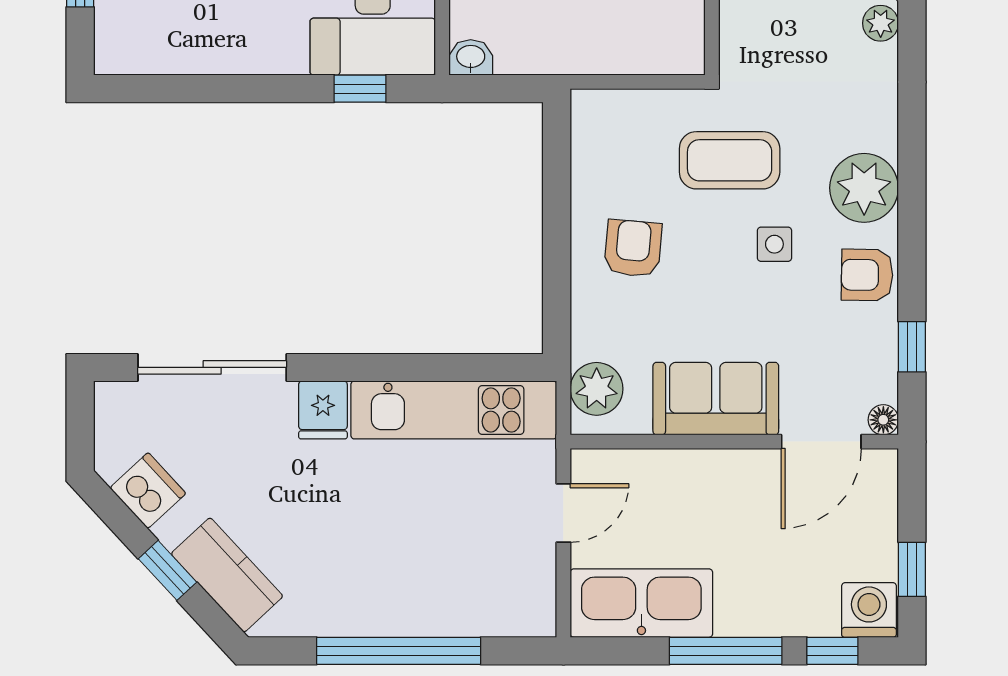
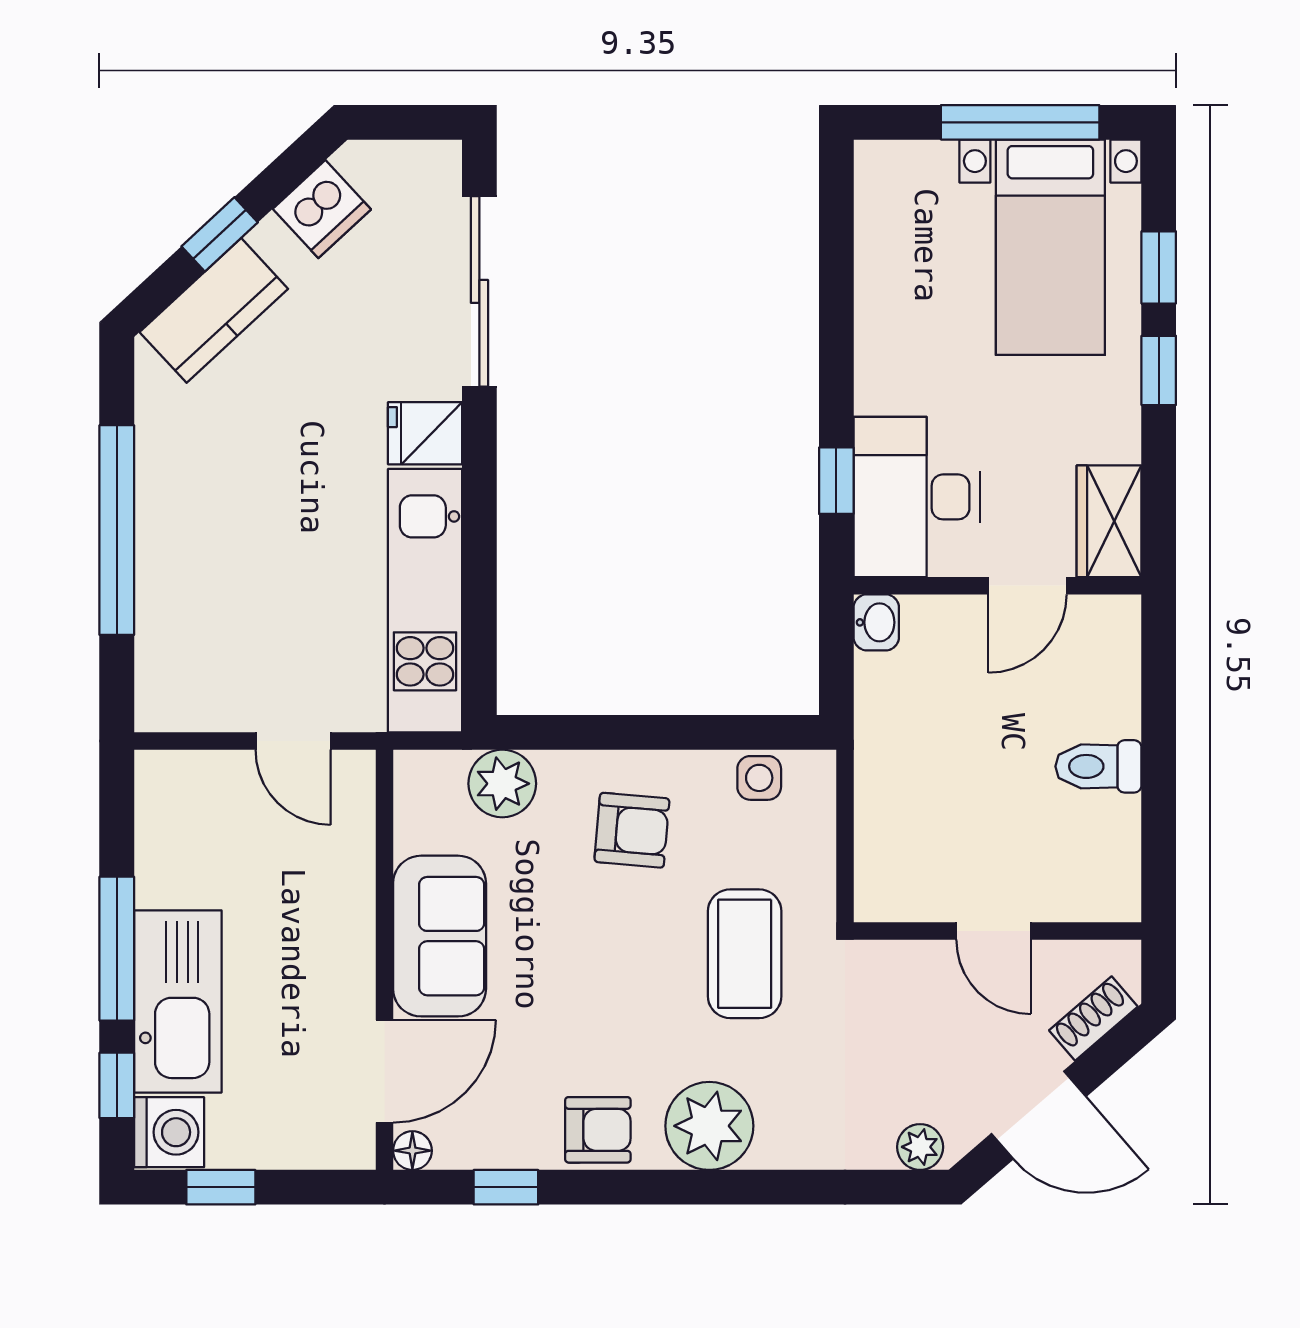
side table: (774, 244) -> (759, 778), moved
armchair: (867, 275) -> (598, 1130), turned 89
plant: (597, 389) -> (502, 784), moved
door: (821, 442) -> (384, 1071), swing flipped
kitchen sink: (641, 603) -> (178, 1001), moved

